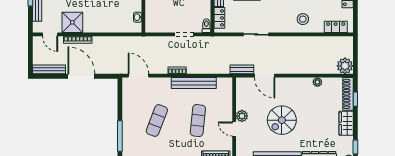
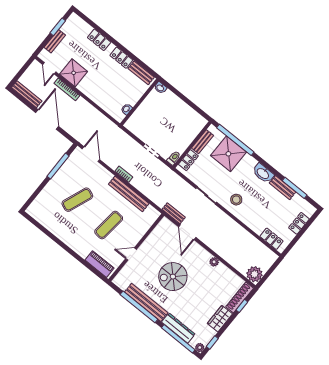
stool: (303, 19) -> (236, 200), moved
plant: (317, 82) -> (214, 262), moved
plant: (242, 116) -> (145, 249), removed
door: (234, 129) -> (131, 254), hinge flipped
window: (120, 136) -> (58, 166), moved

